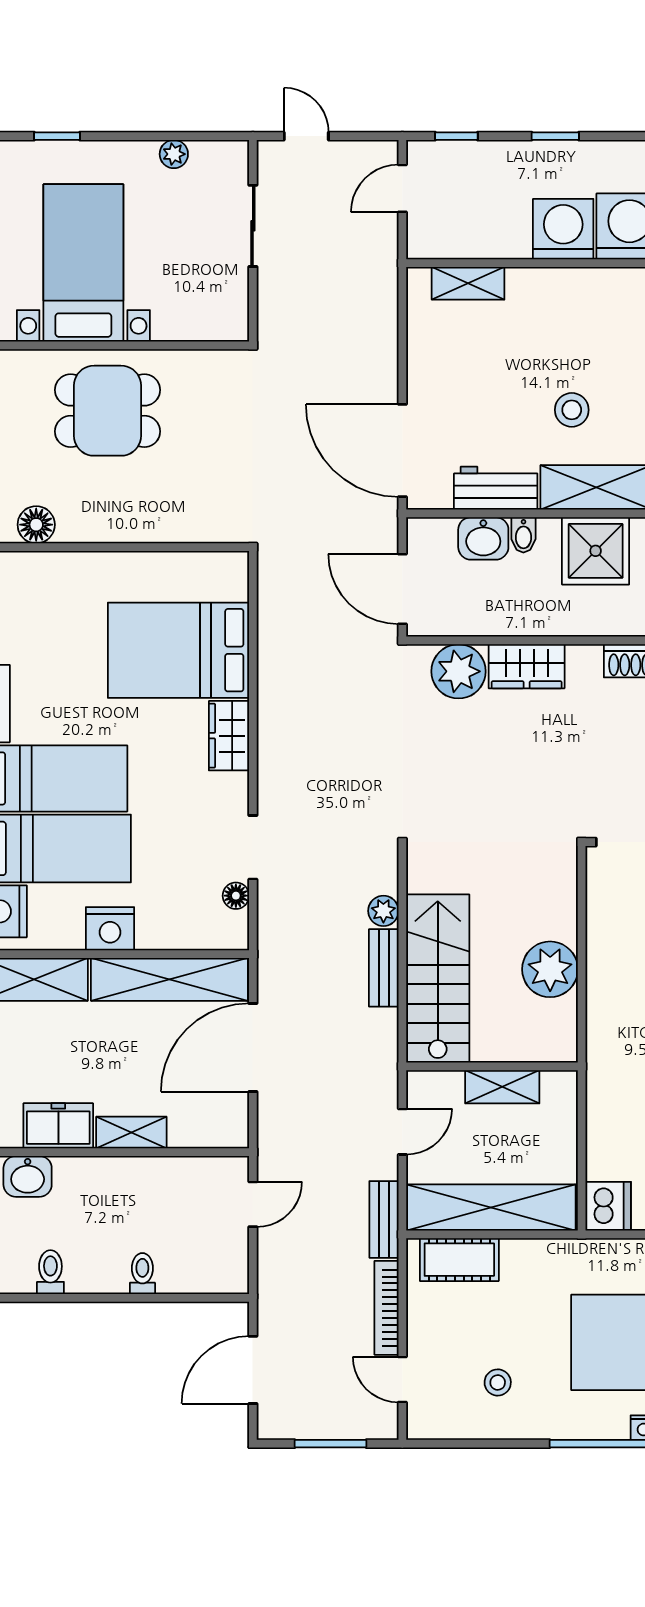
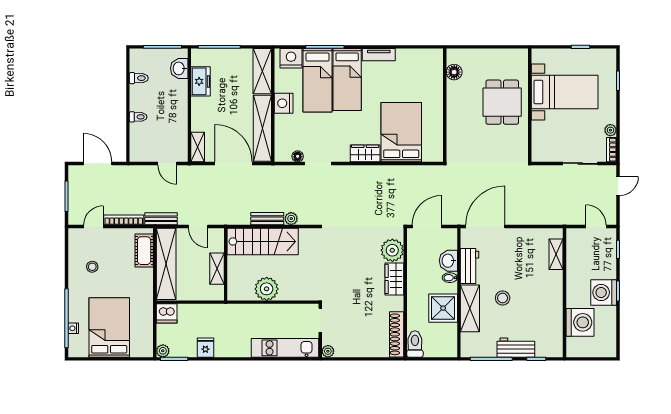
bookcase: (220, 152) -> (612, 150), added
washing machine: (563, 229) -> (604, 292), moved, turned 180
shelving: (131, 1133) -> (198, 147), moved

